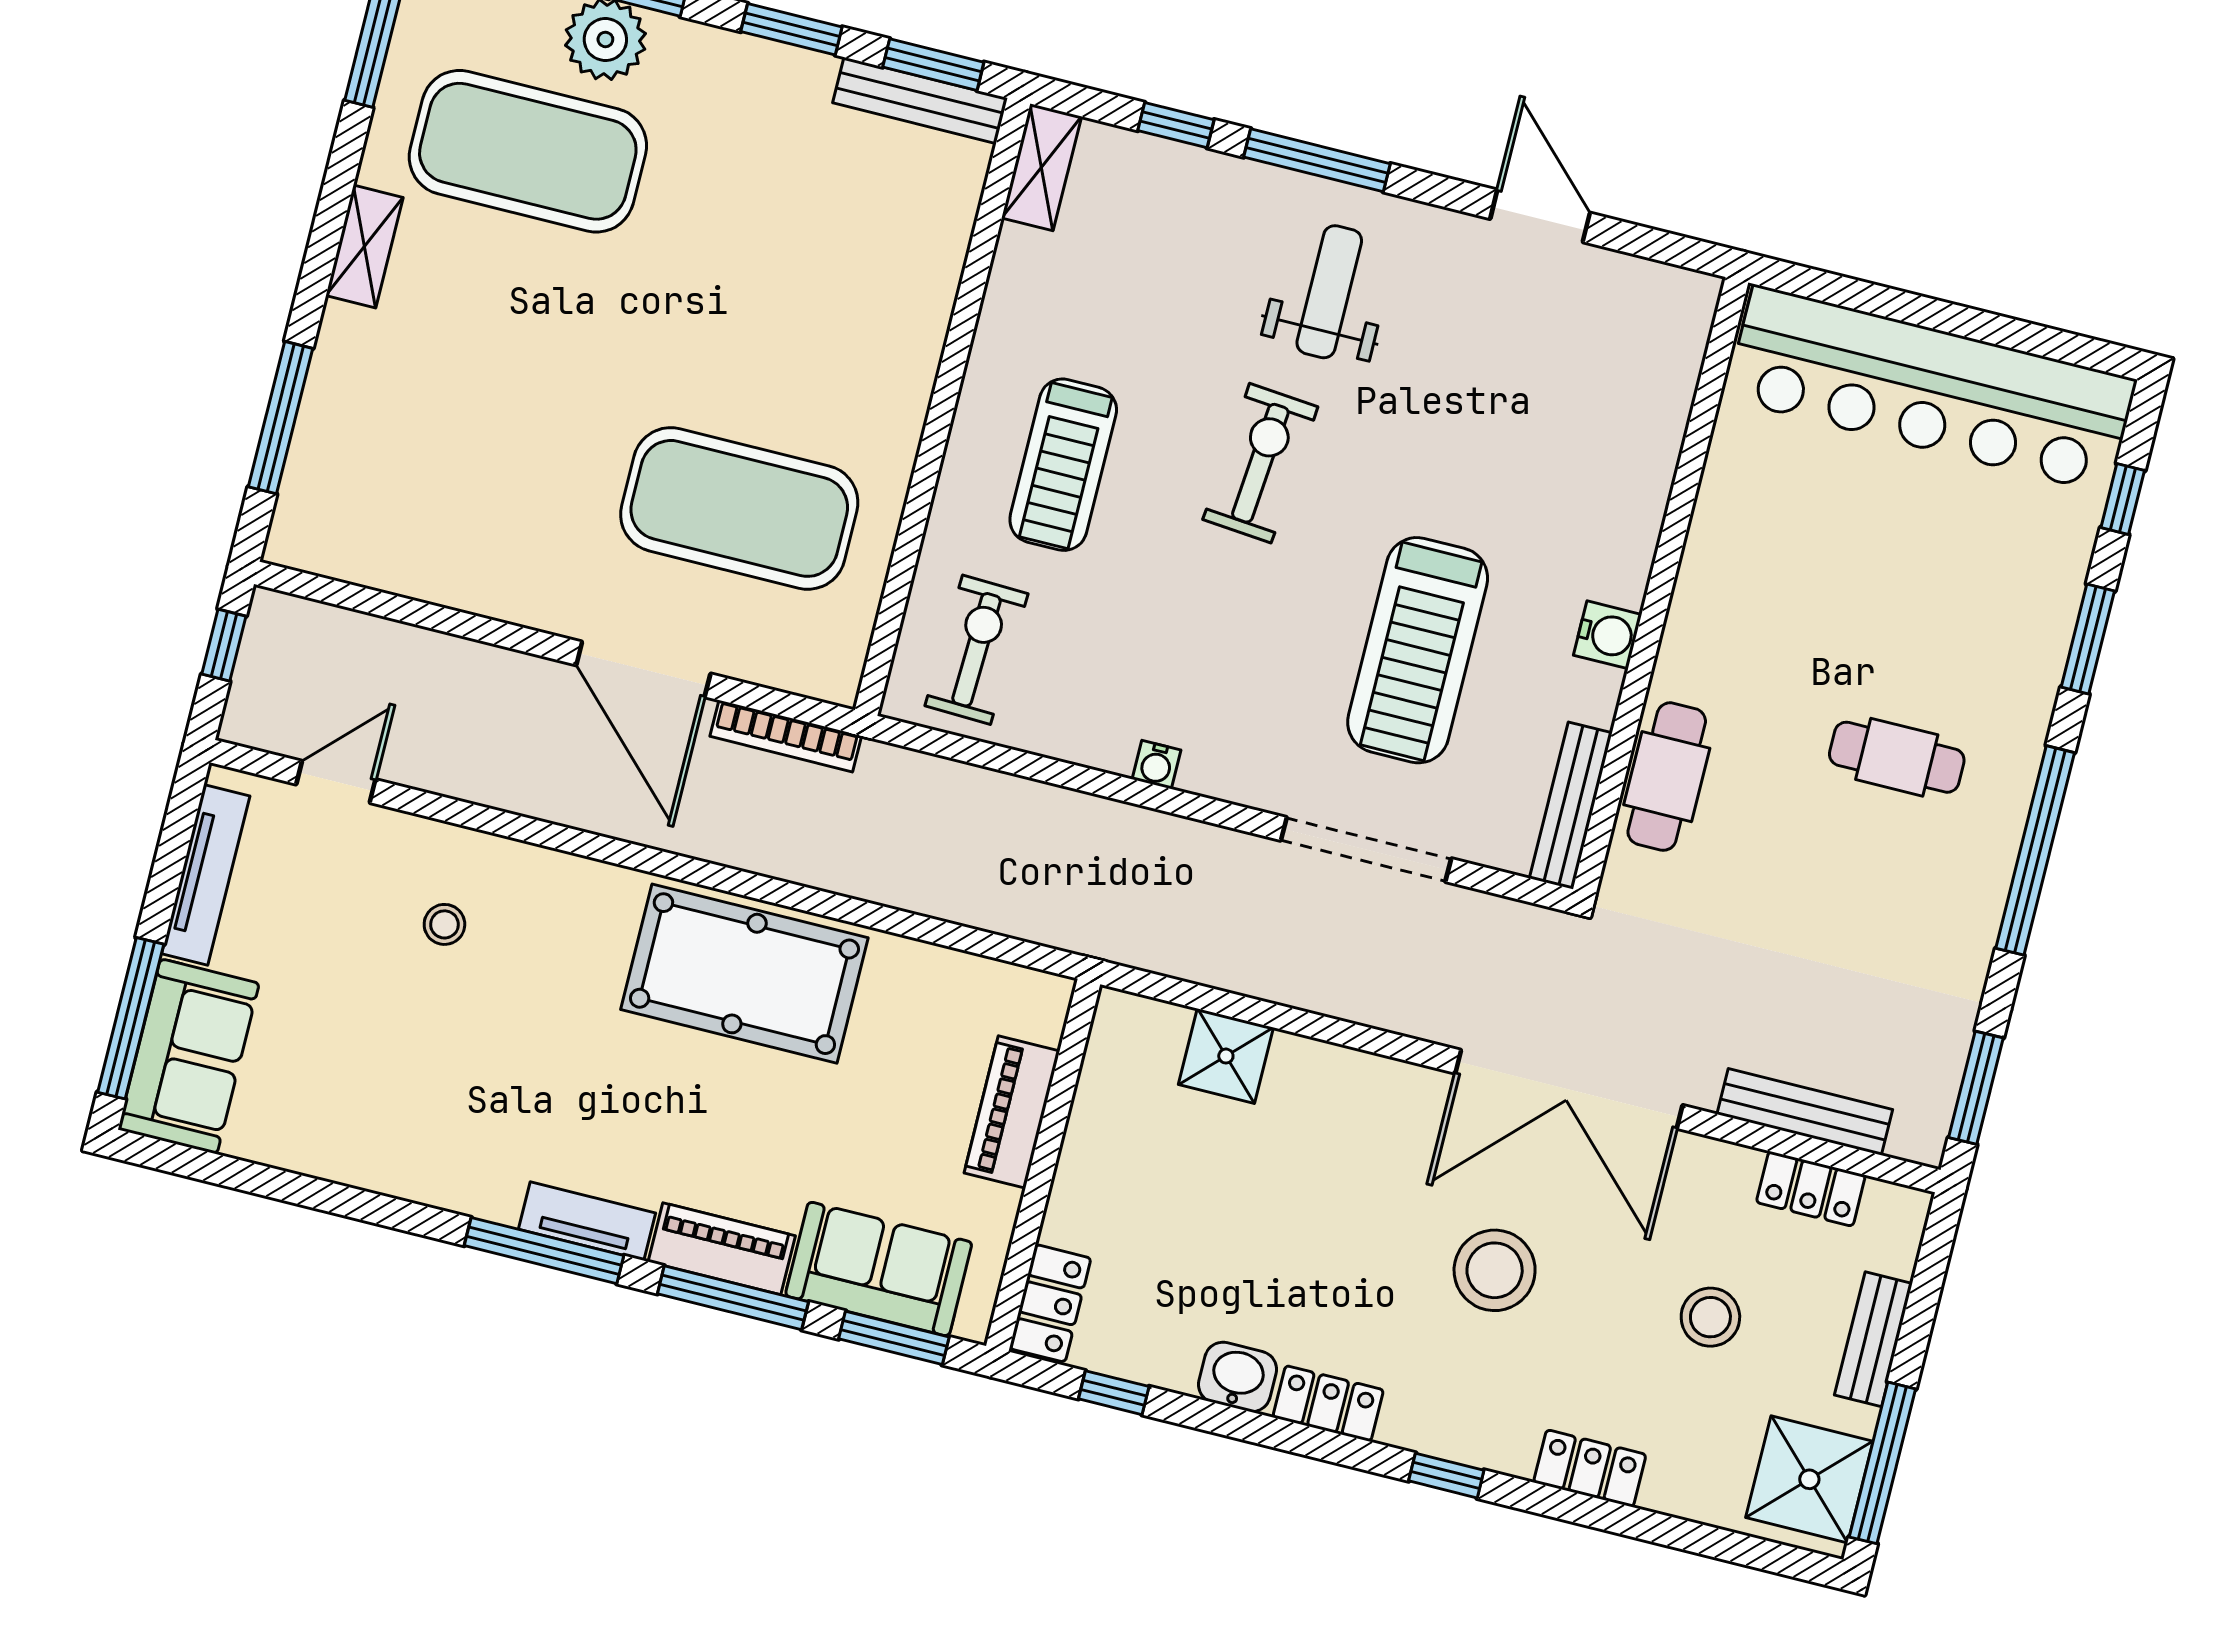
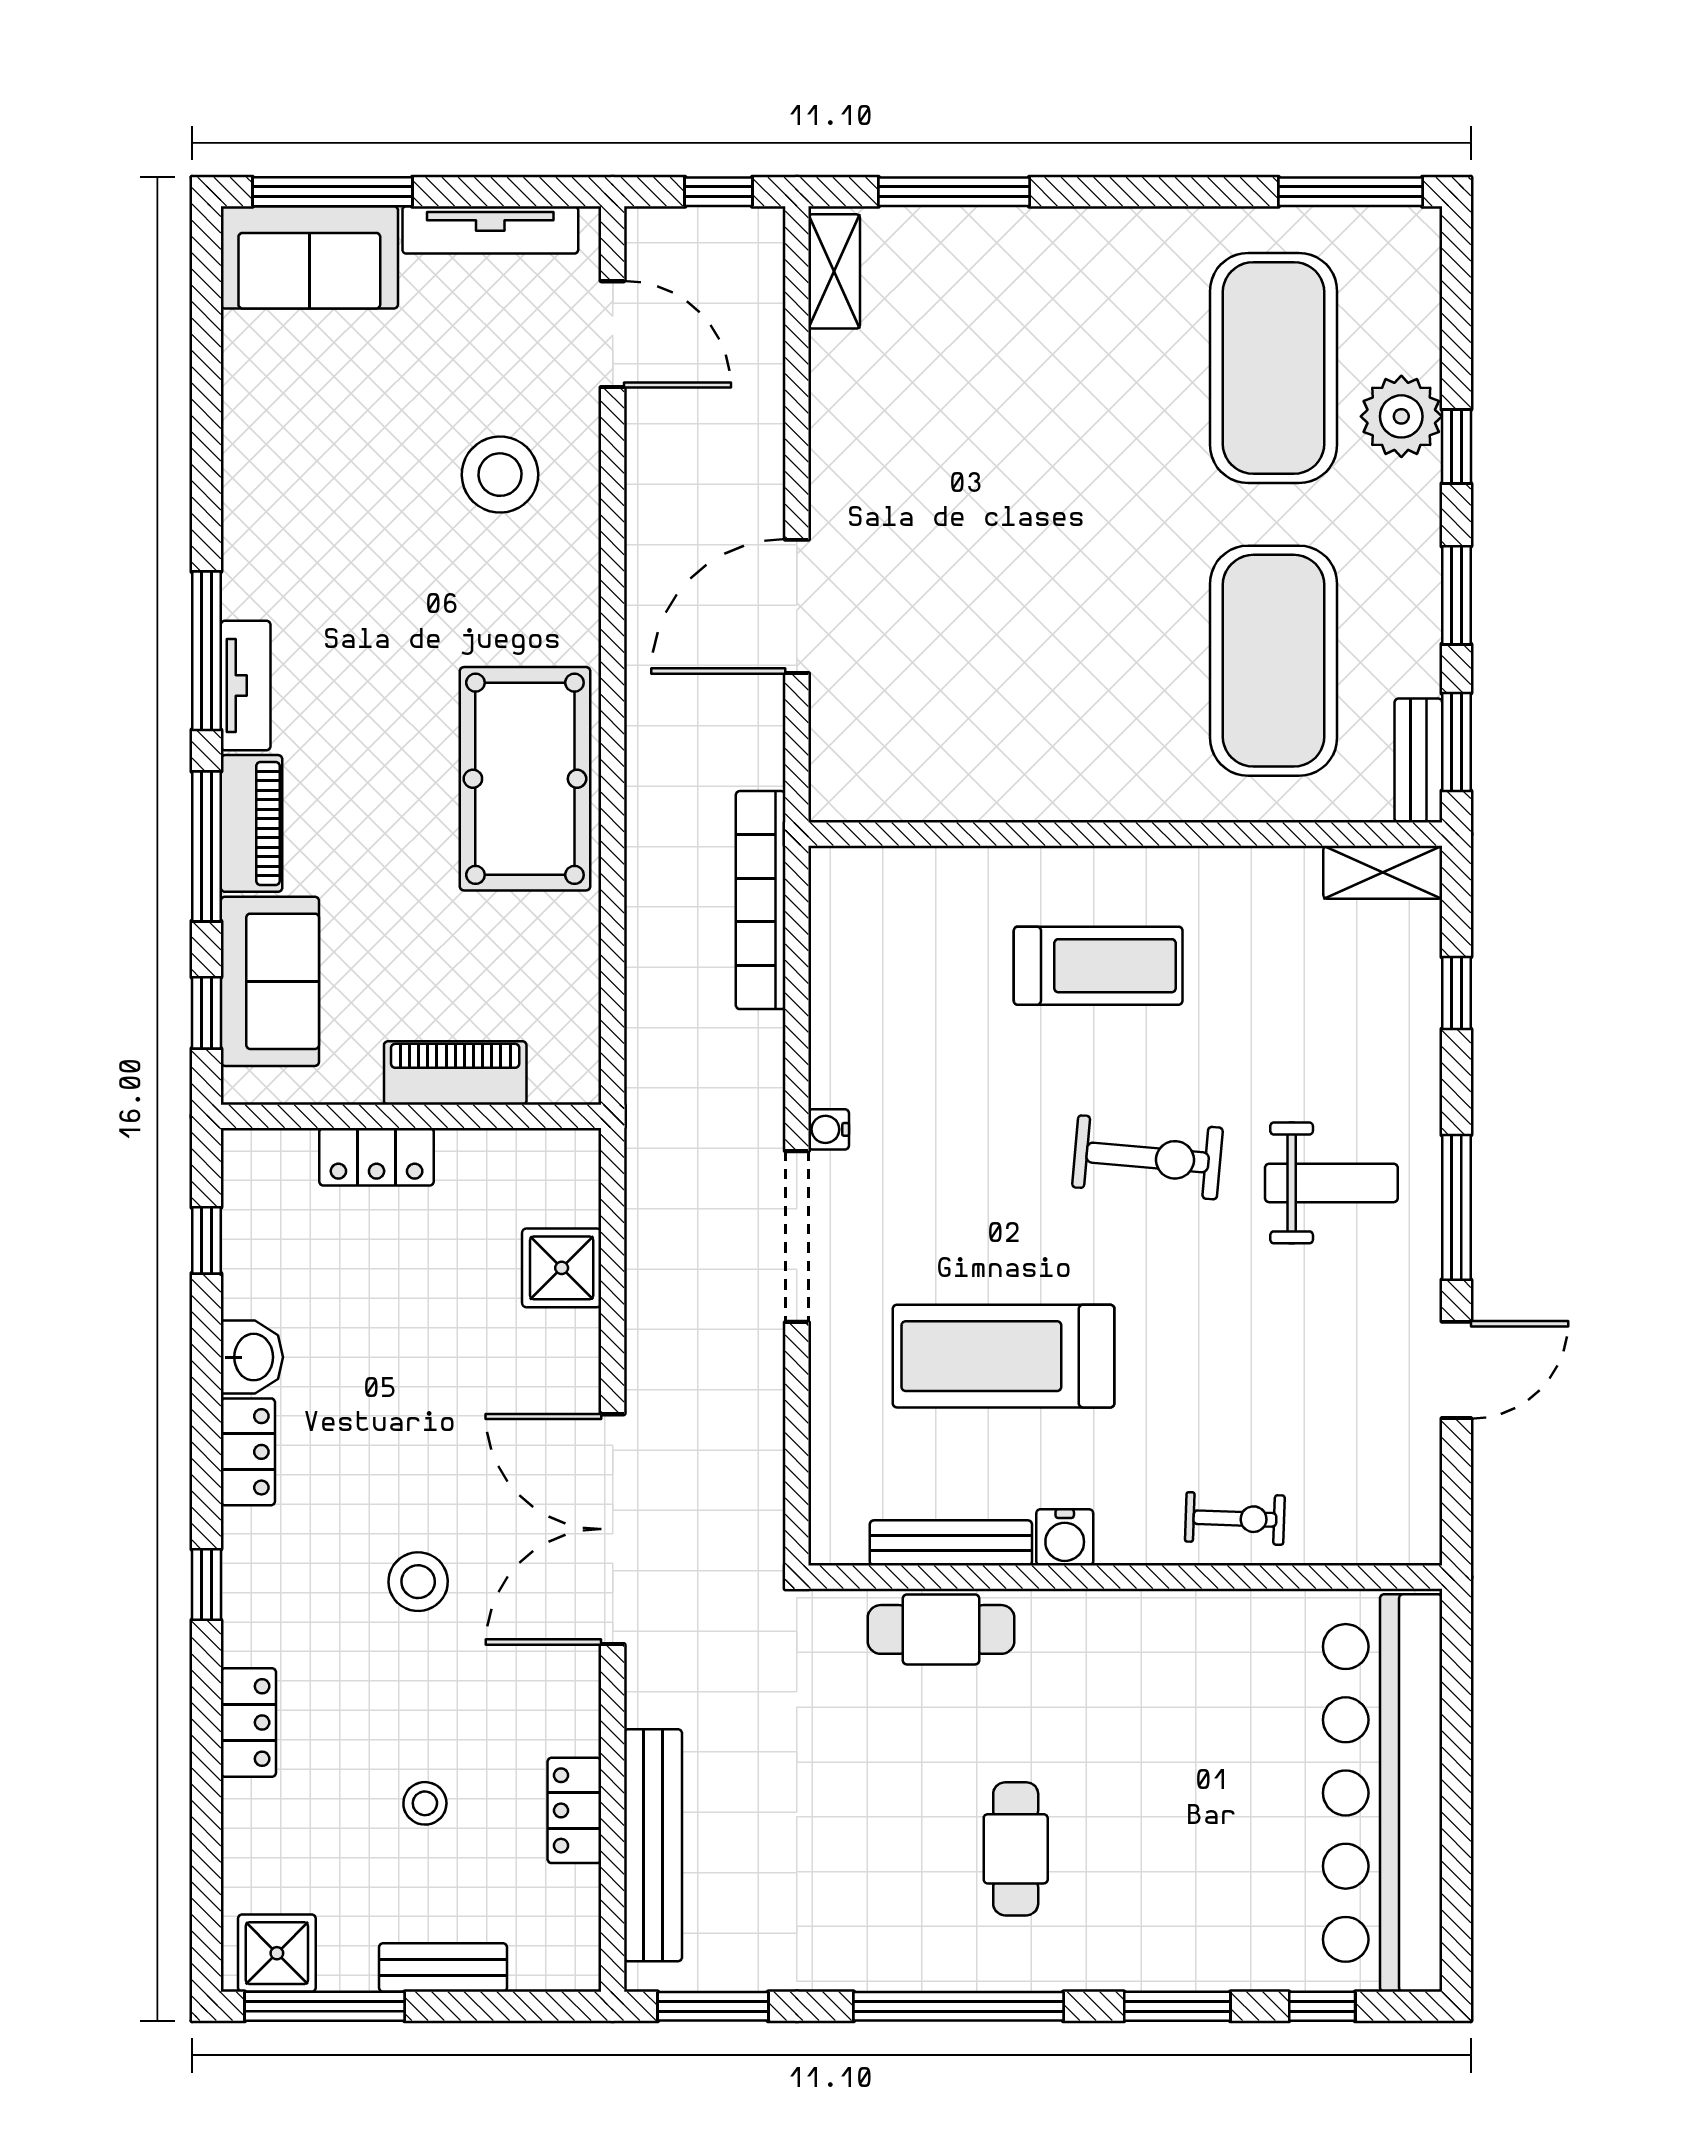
bench: (920, 100) -> (1418, 760), width x0.73
window: (1317, 160) -> (1456, 1207), moved
shelving: (364, 247) -> (834, 271), moved, turned 90
treadmill: (1063, 465) -> (1098, 966), turned 180
exercise mat: (739, 508) -> (1274, 661), moved
exercise bike: (976, 650) -> (1235, 1519), moved, width x0.73, depth x0.72
bookcase: (786, 736) -> (761, 900), moved, width x1.48, depth x1.31
door: (336, 782) -> (613, 334), width x1.38
bench: (1571, 806) -> (951, 1543), moved
doorway: (1366, 849) -> (797, 1237), moved
stool: (444, 924) -> (500, 475), width x1.89, depth x1.89
double door: (1569, 1089) -> (613, 1529), moved
bench: (1805, 1112) -> (653, 1845), width x1.37, depth x1.21
locker: (1811, 1189) -> (574, 1810), moved
stool: (1495, 1270) -> (418, 1582), width x0.73, depth x0.73
locker: (1050, 1303) -> (377, 1157), moved
stool: (1710, 1317) -> (425, 1803), width x0.73, depth x0.73
window: (894, 1338) -> (206, 1013), width x0.67
shower: (1809, 1479) -> (277, 1953), width x0.73, depth x0.73

